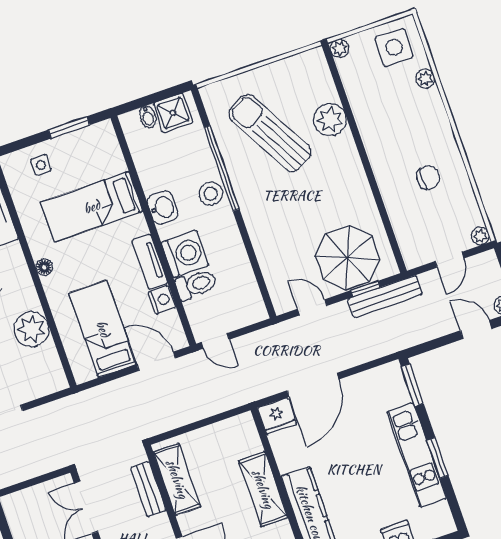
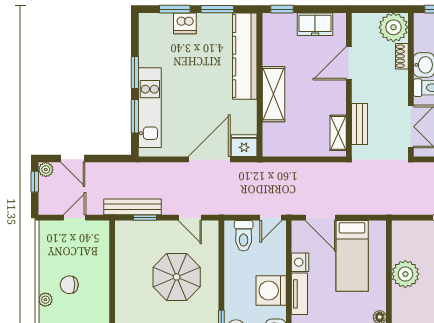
plant: (480, 236) -> (45, 300), moved
parasol: (347, 258) -> (177, 277), moved
toilet: (196, 285) -> (244, 236), moved, turned -90
door: (215, 341) -> (271, 218), swing flipped
window: (412, 385) -> (135, 116), moved
kitchen unit: (417, 455) -> (150, 108), moved
shelving: (177, 479) -> (338, 133), width x0.67, depth x0.75

